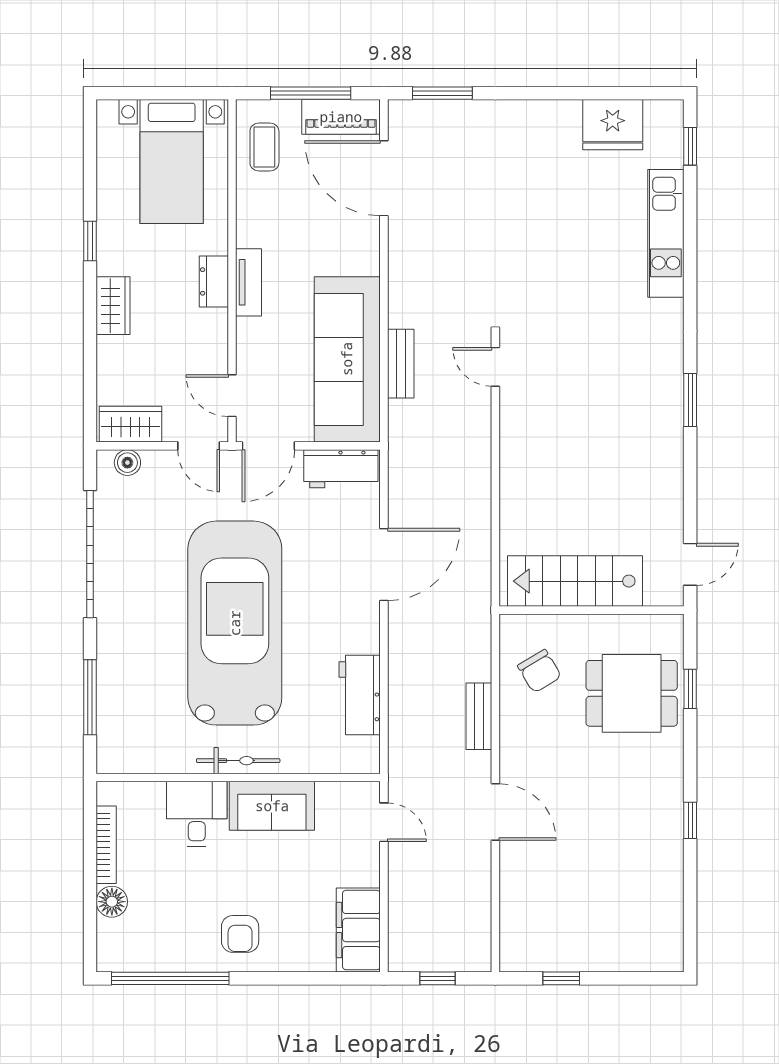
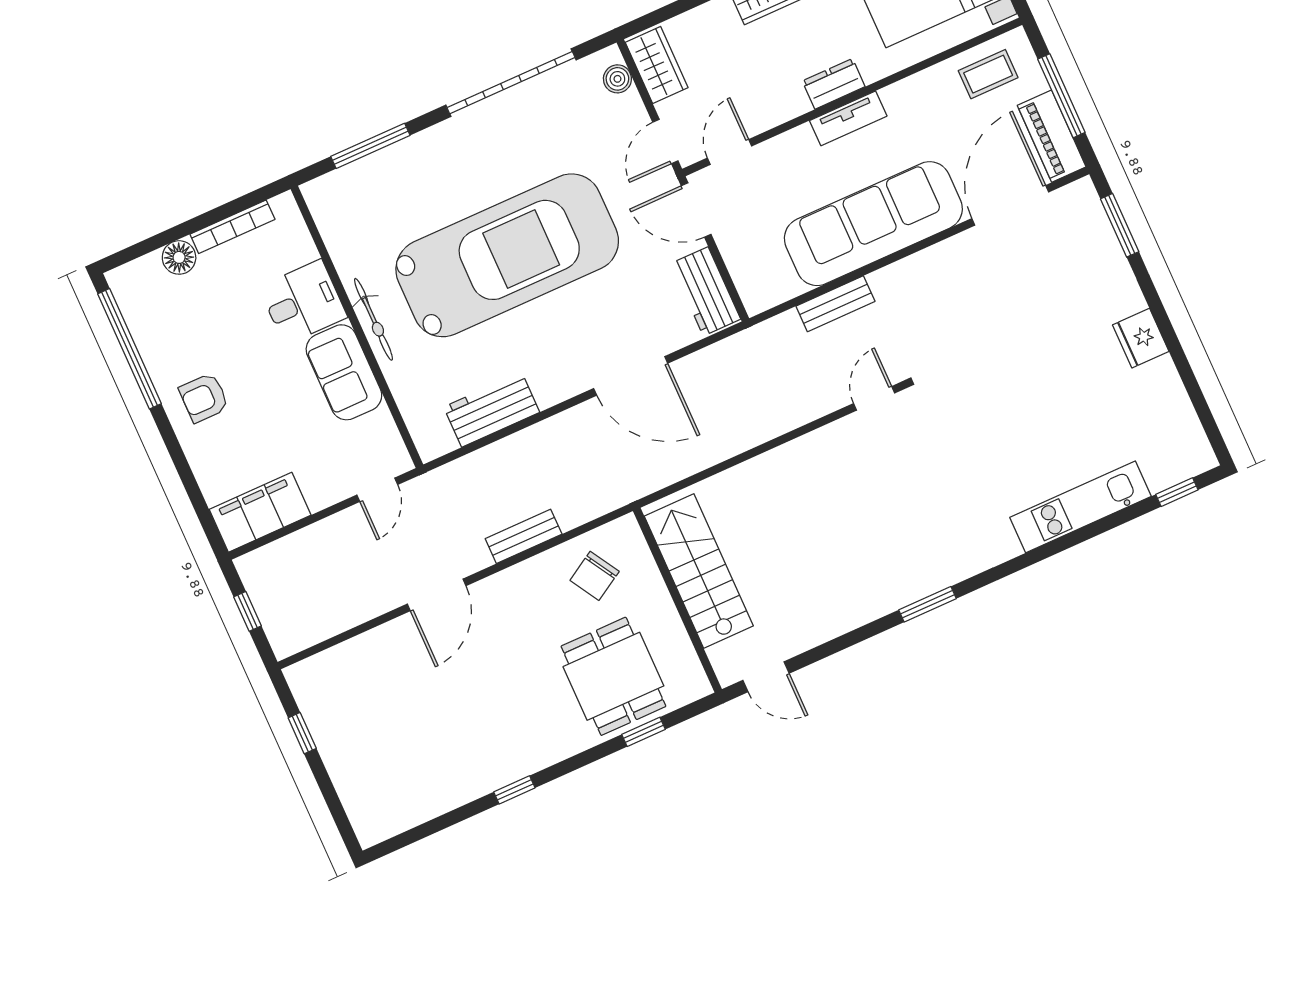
fridge: (613, 125) -> (1141, 338), moved, width x0.73, depth x0.75
sofa: (347, 359) -> (873, 224), moved

